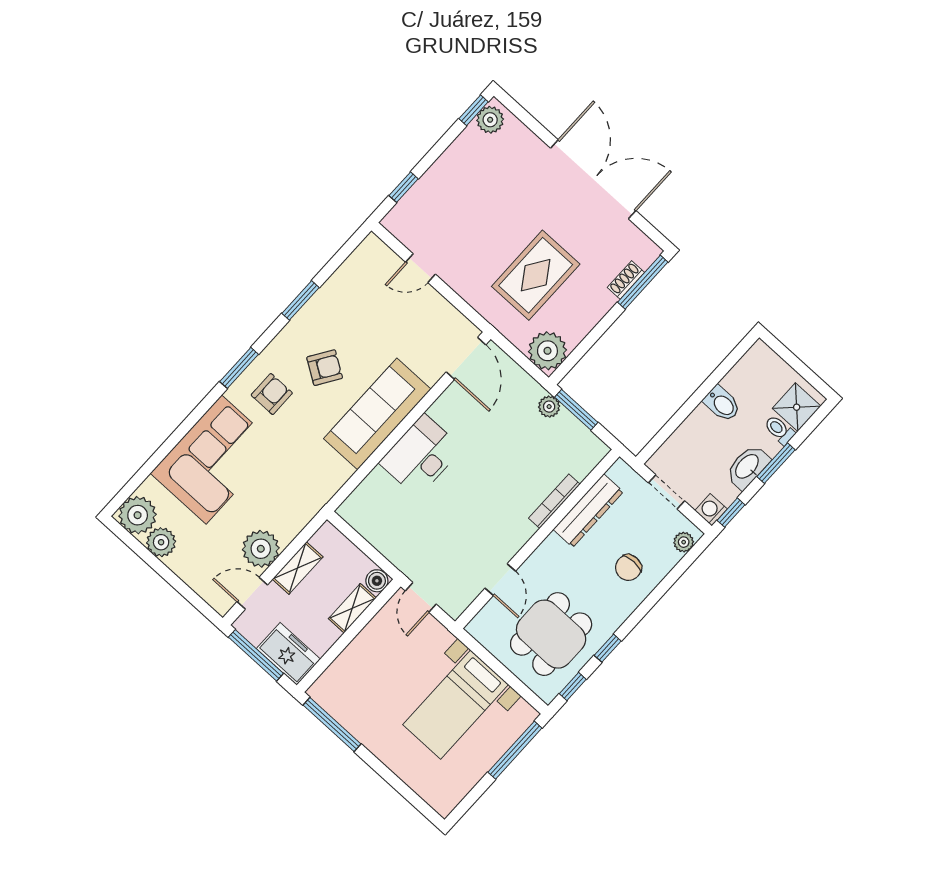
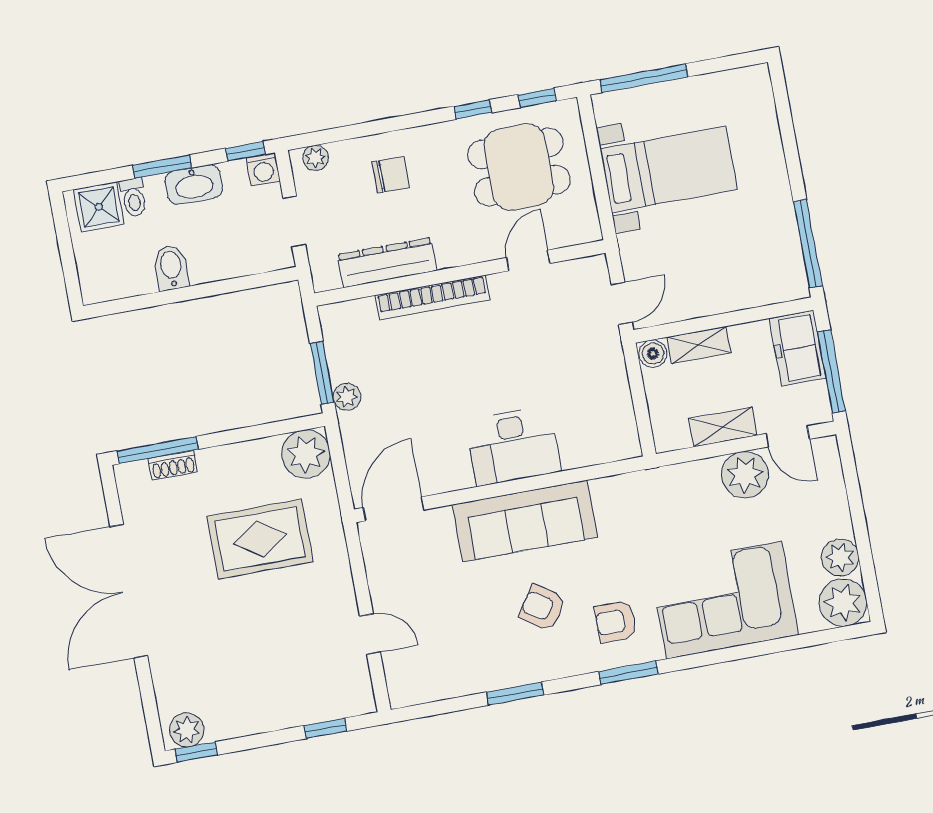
bookcase: (554, 501) -> (432, 298), width x1.48, depth x1.31

